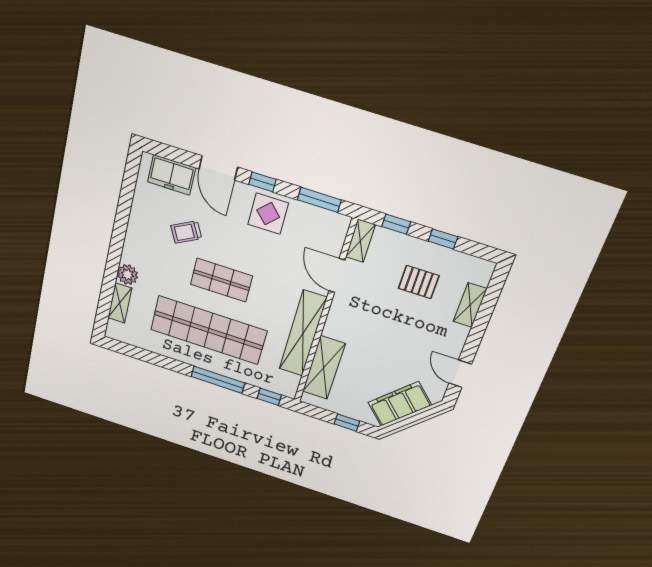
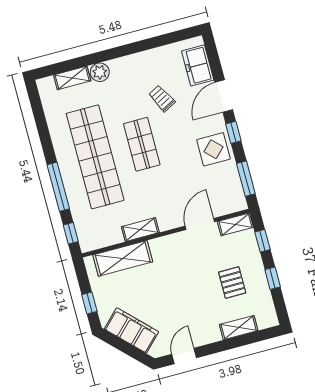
shelving: (303, 333) -> (140, 230), width x0.45, depth x0.75

